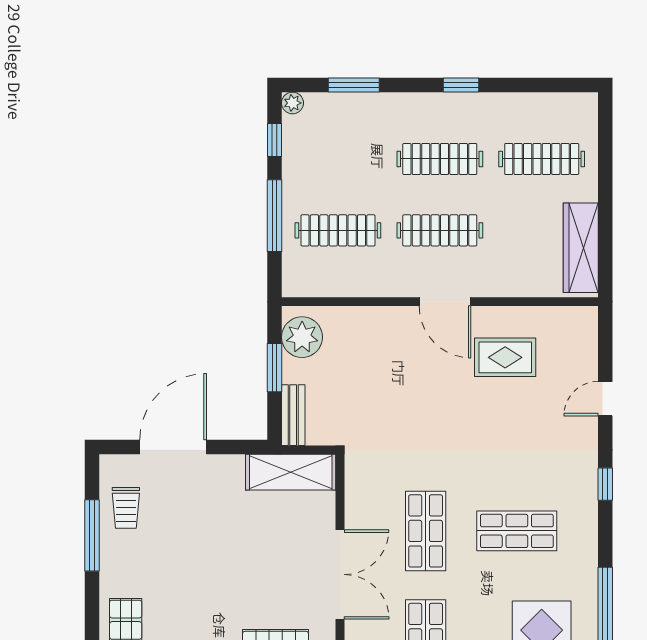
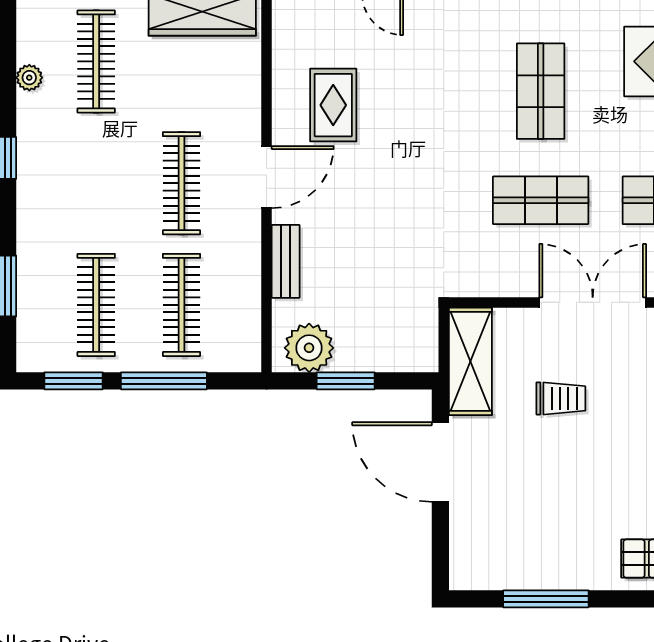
plant: (293, 103) -> (29, 78), moved
window: (274, 140) -> (74, 381), width x1.50
clothes rail: (440, 159) -> (96, 305), moved
bench: (293, 415) -> (286, 261), moved, turned 90
door: (173, 447) -> (440, 462), moved
trolley: (126, 508) -> (561, 398), moved

